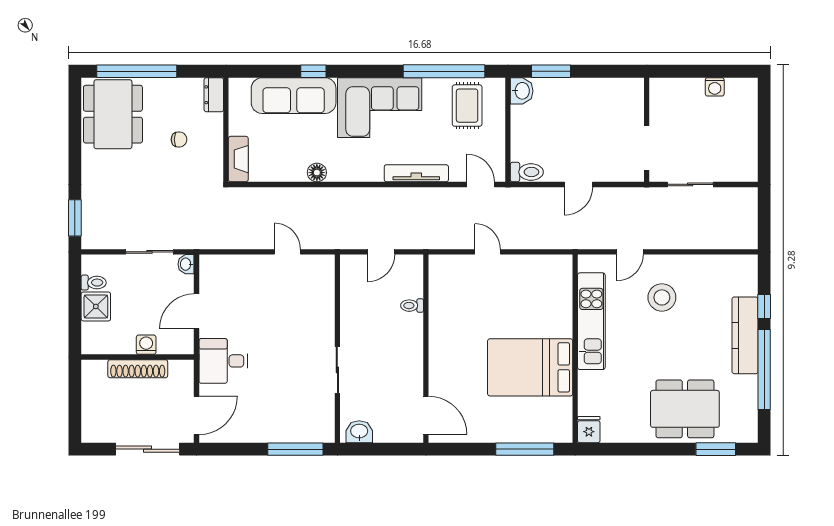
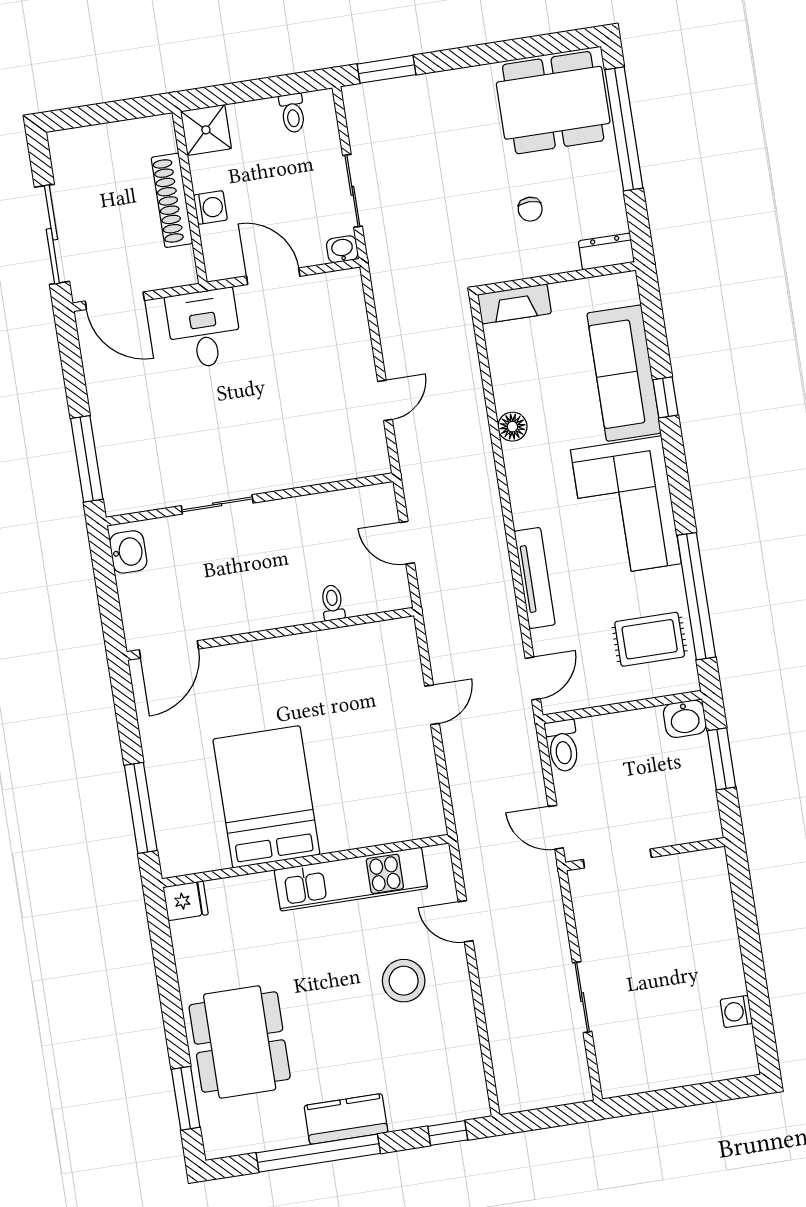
wall: (647, 130) -> (645, 854), moved
doorway: (647, 148) -> (617, 858), moved
shower: (96, 306) -> (206, 130), moved
window: (764, 306) -> (448, 1133), moved
kitchen counter: (745, 335) -> (346, 1119), width x0.67

